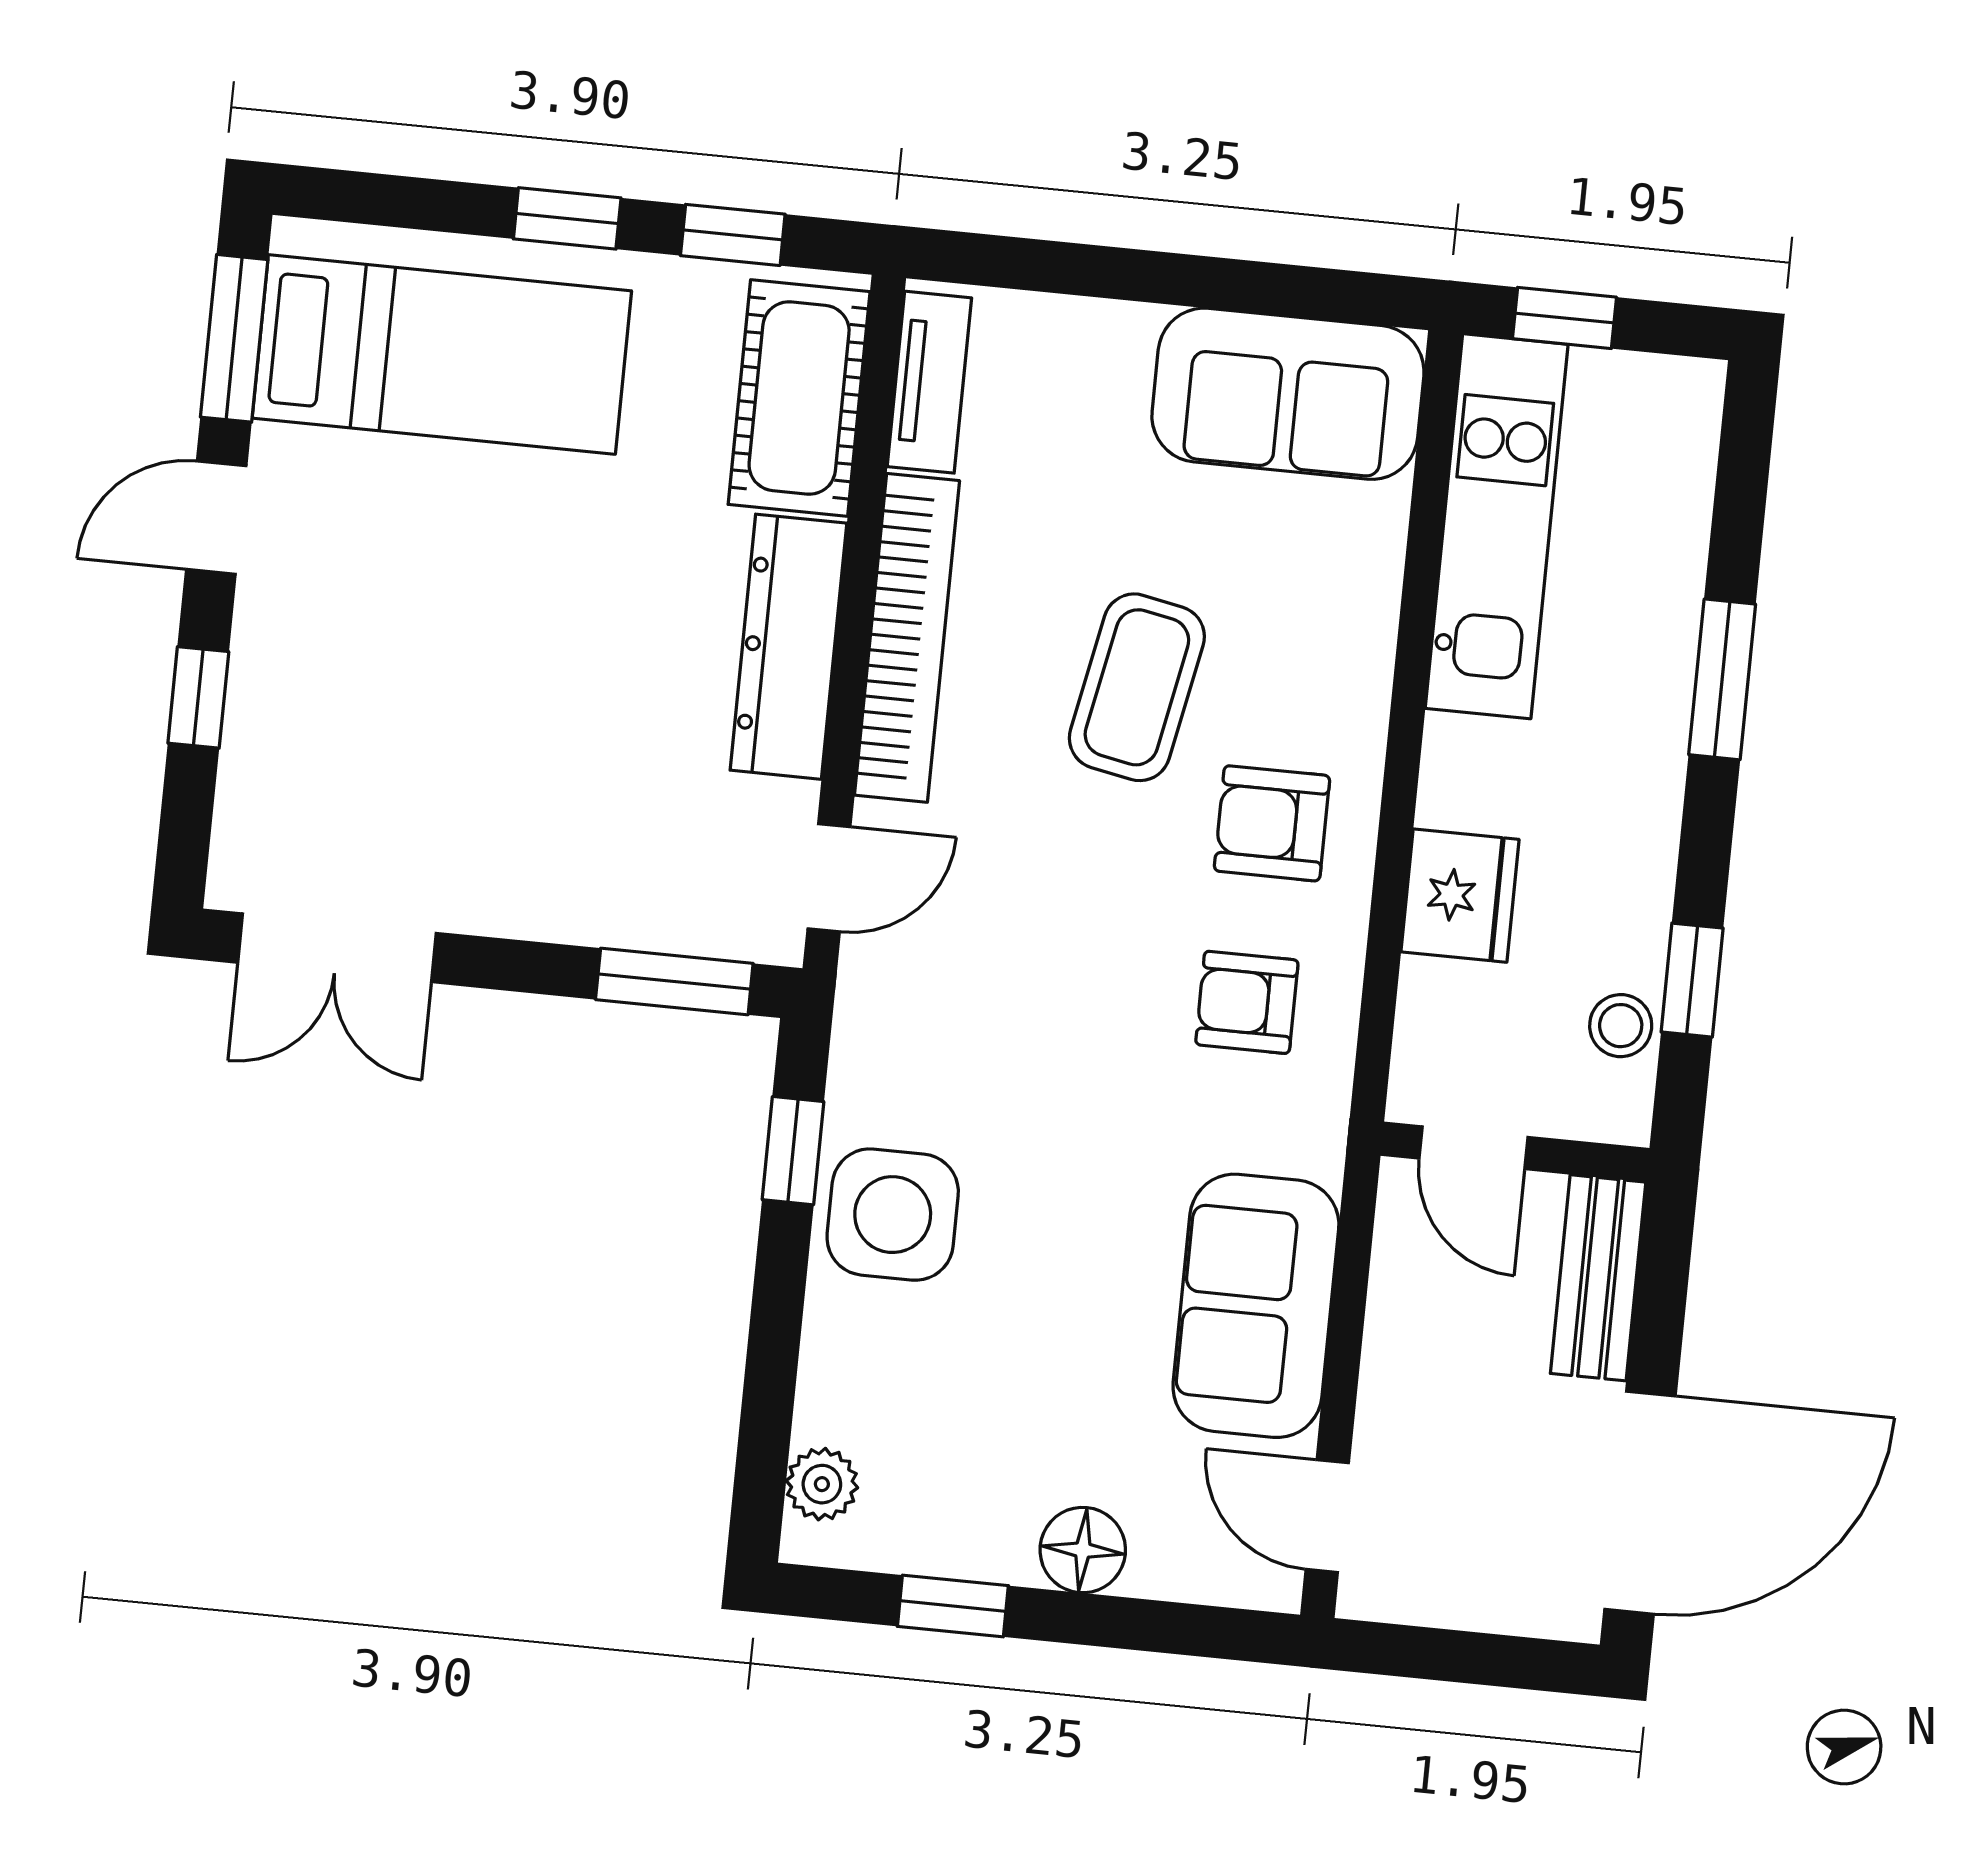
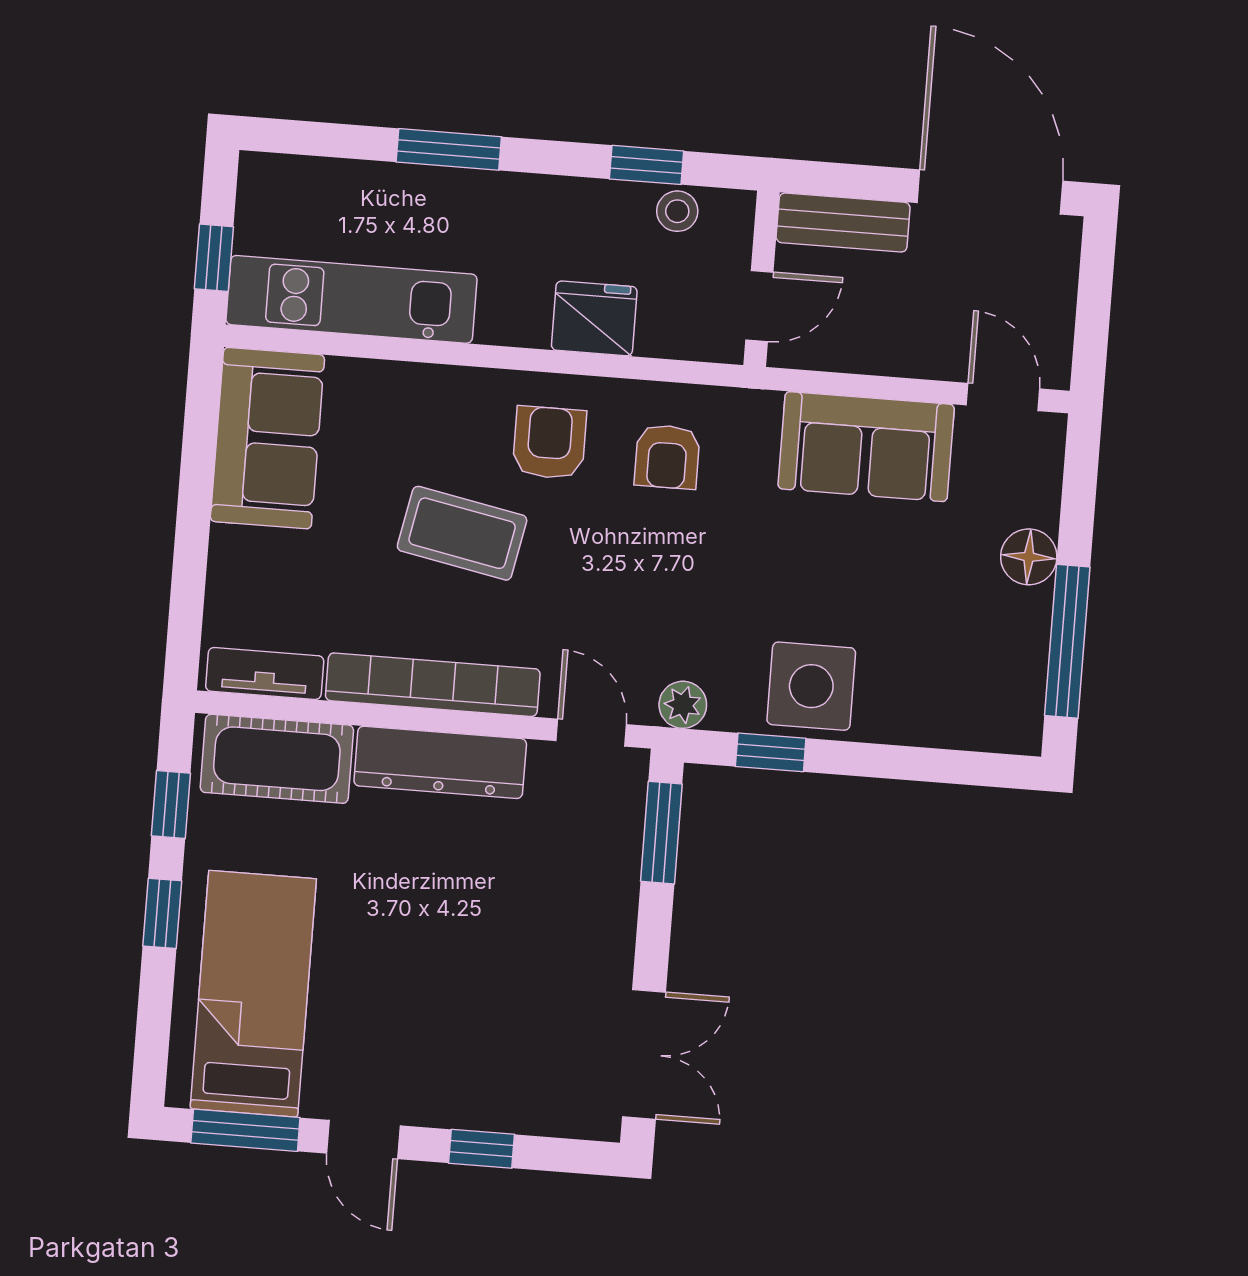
armchair: (1272, 823) -> (549, 443), turned 180
plant: (822, 1484) -> (683, 705), moved
door: (1327, 1516) -> (1003, 397), swing flipped
window: (953, 1606) -> (1067, 641), width x2.17

